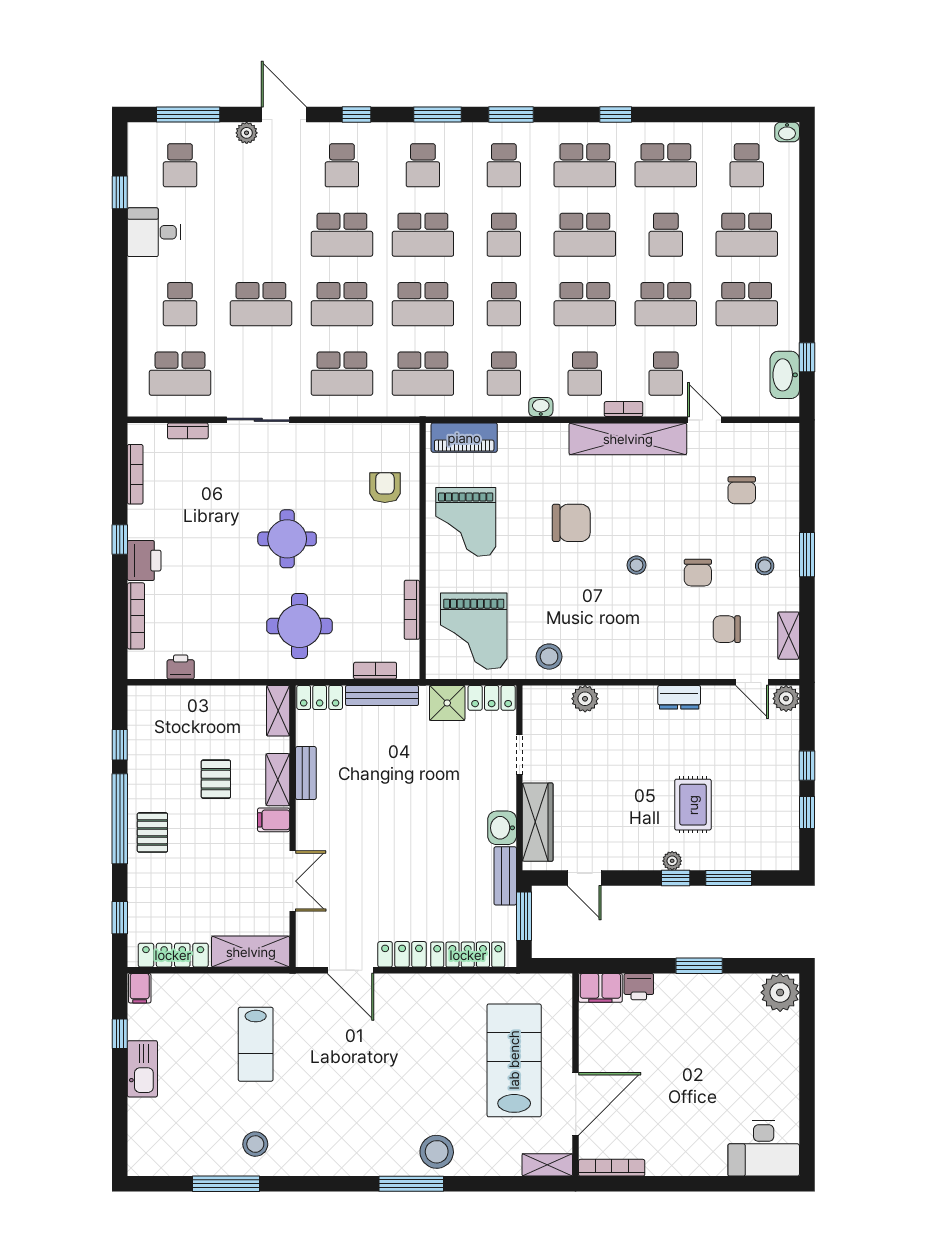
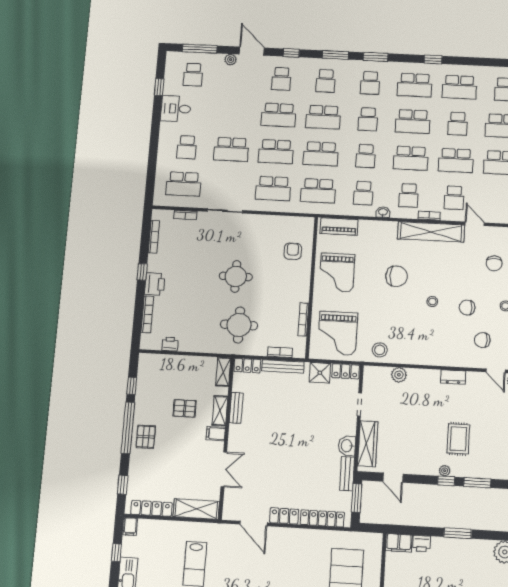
chair: (698, 573) -> (467, 308), turned 90
pallet: (216, 779) -> (185, 408), turned 90

